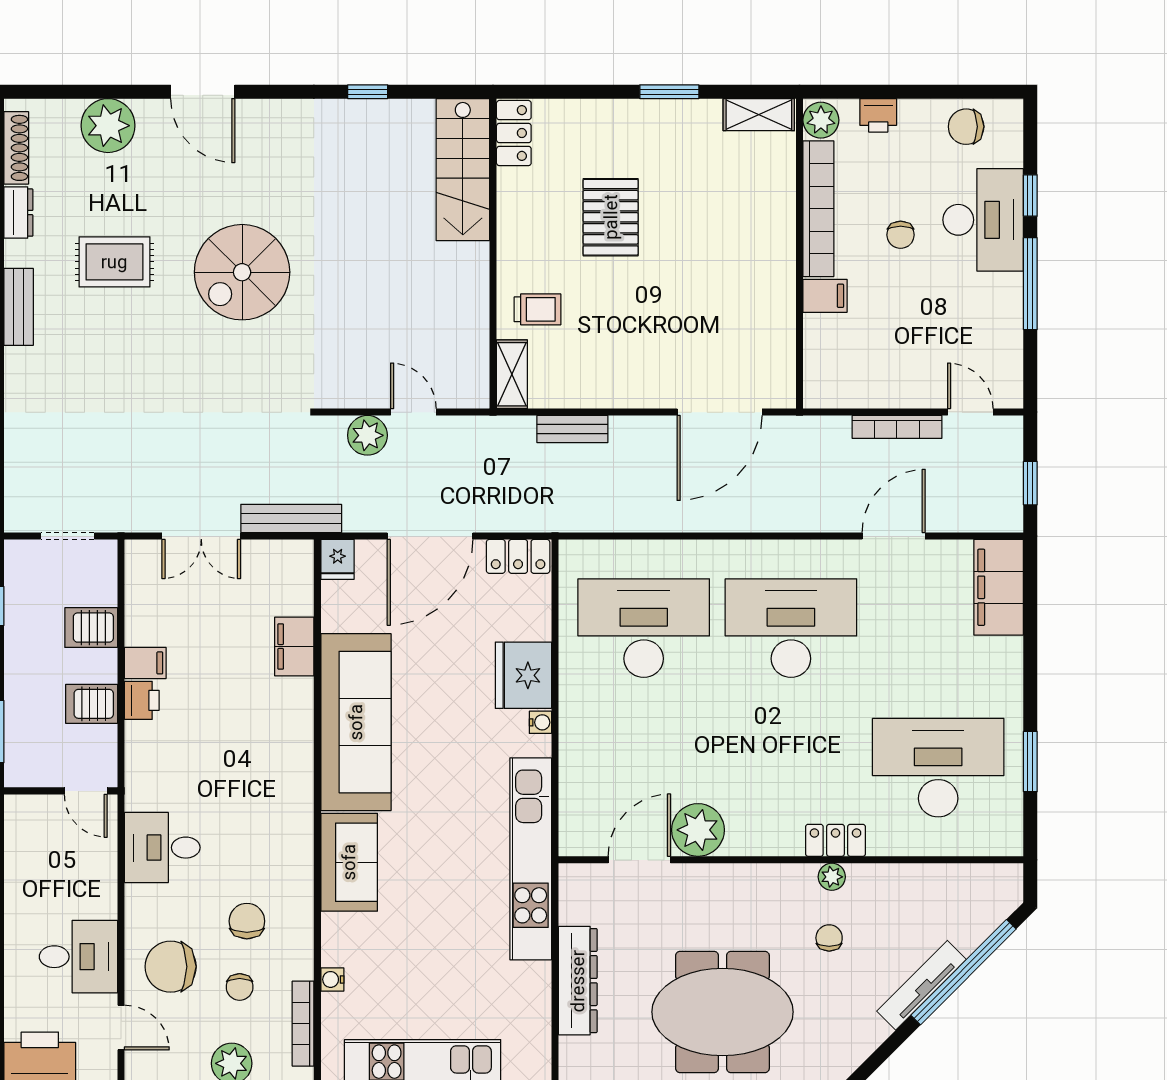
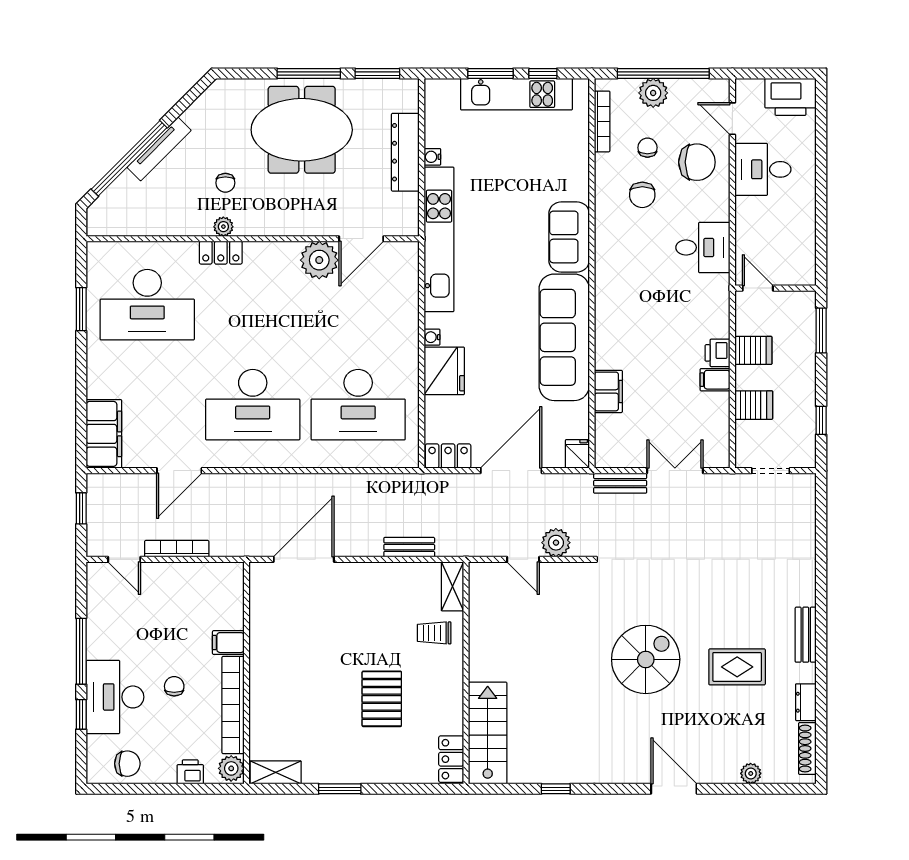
plant: (108, 126) -> (751, 773), width x0.53, depth x0.53
bench: (291, 518) -> (620, 483), width x0.73
water cooler: (332, 979) -> (432, 157), moved, turned 180

